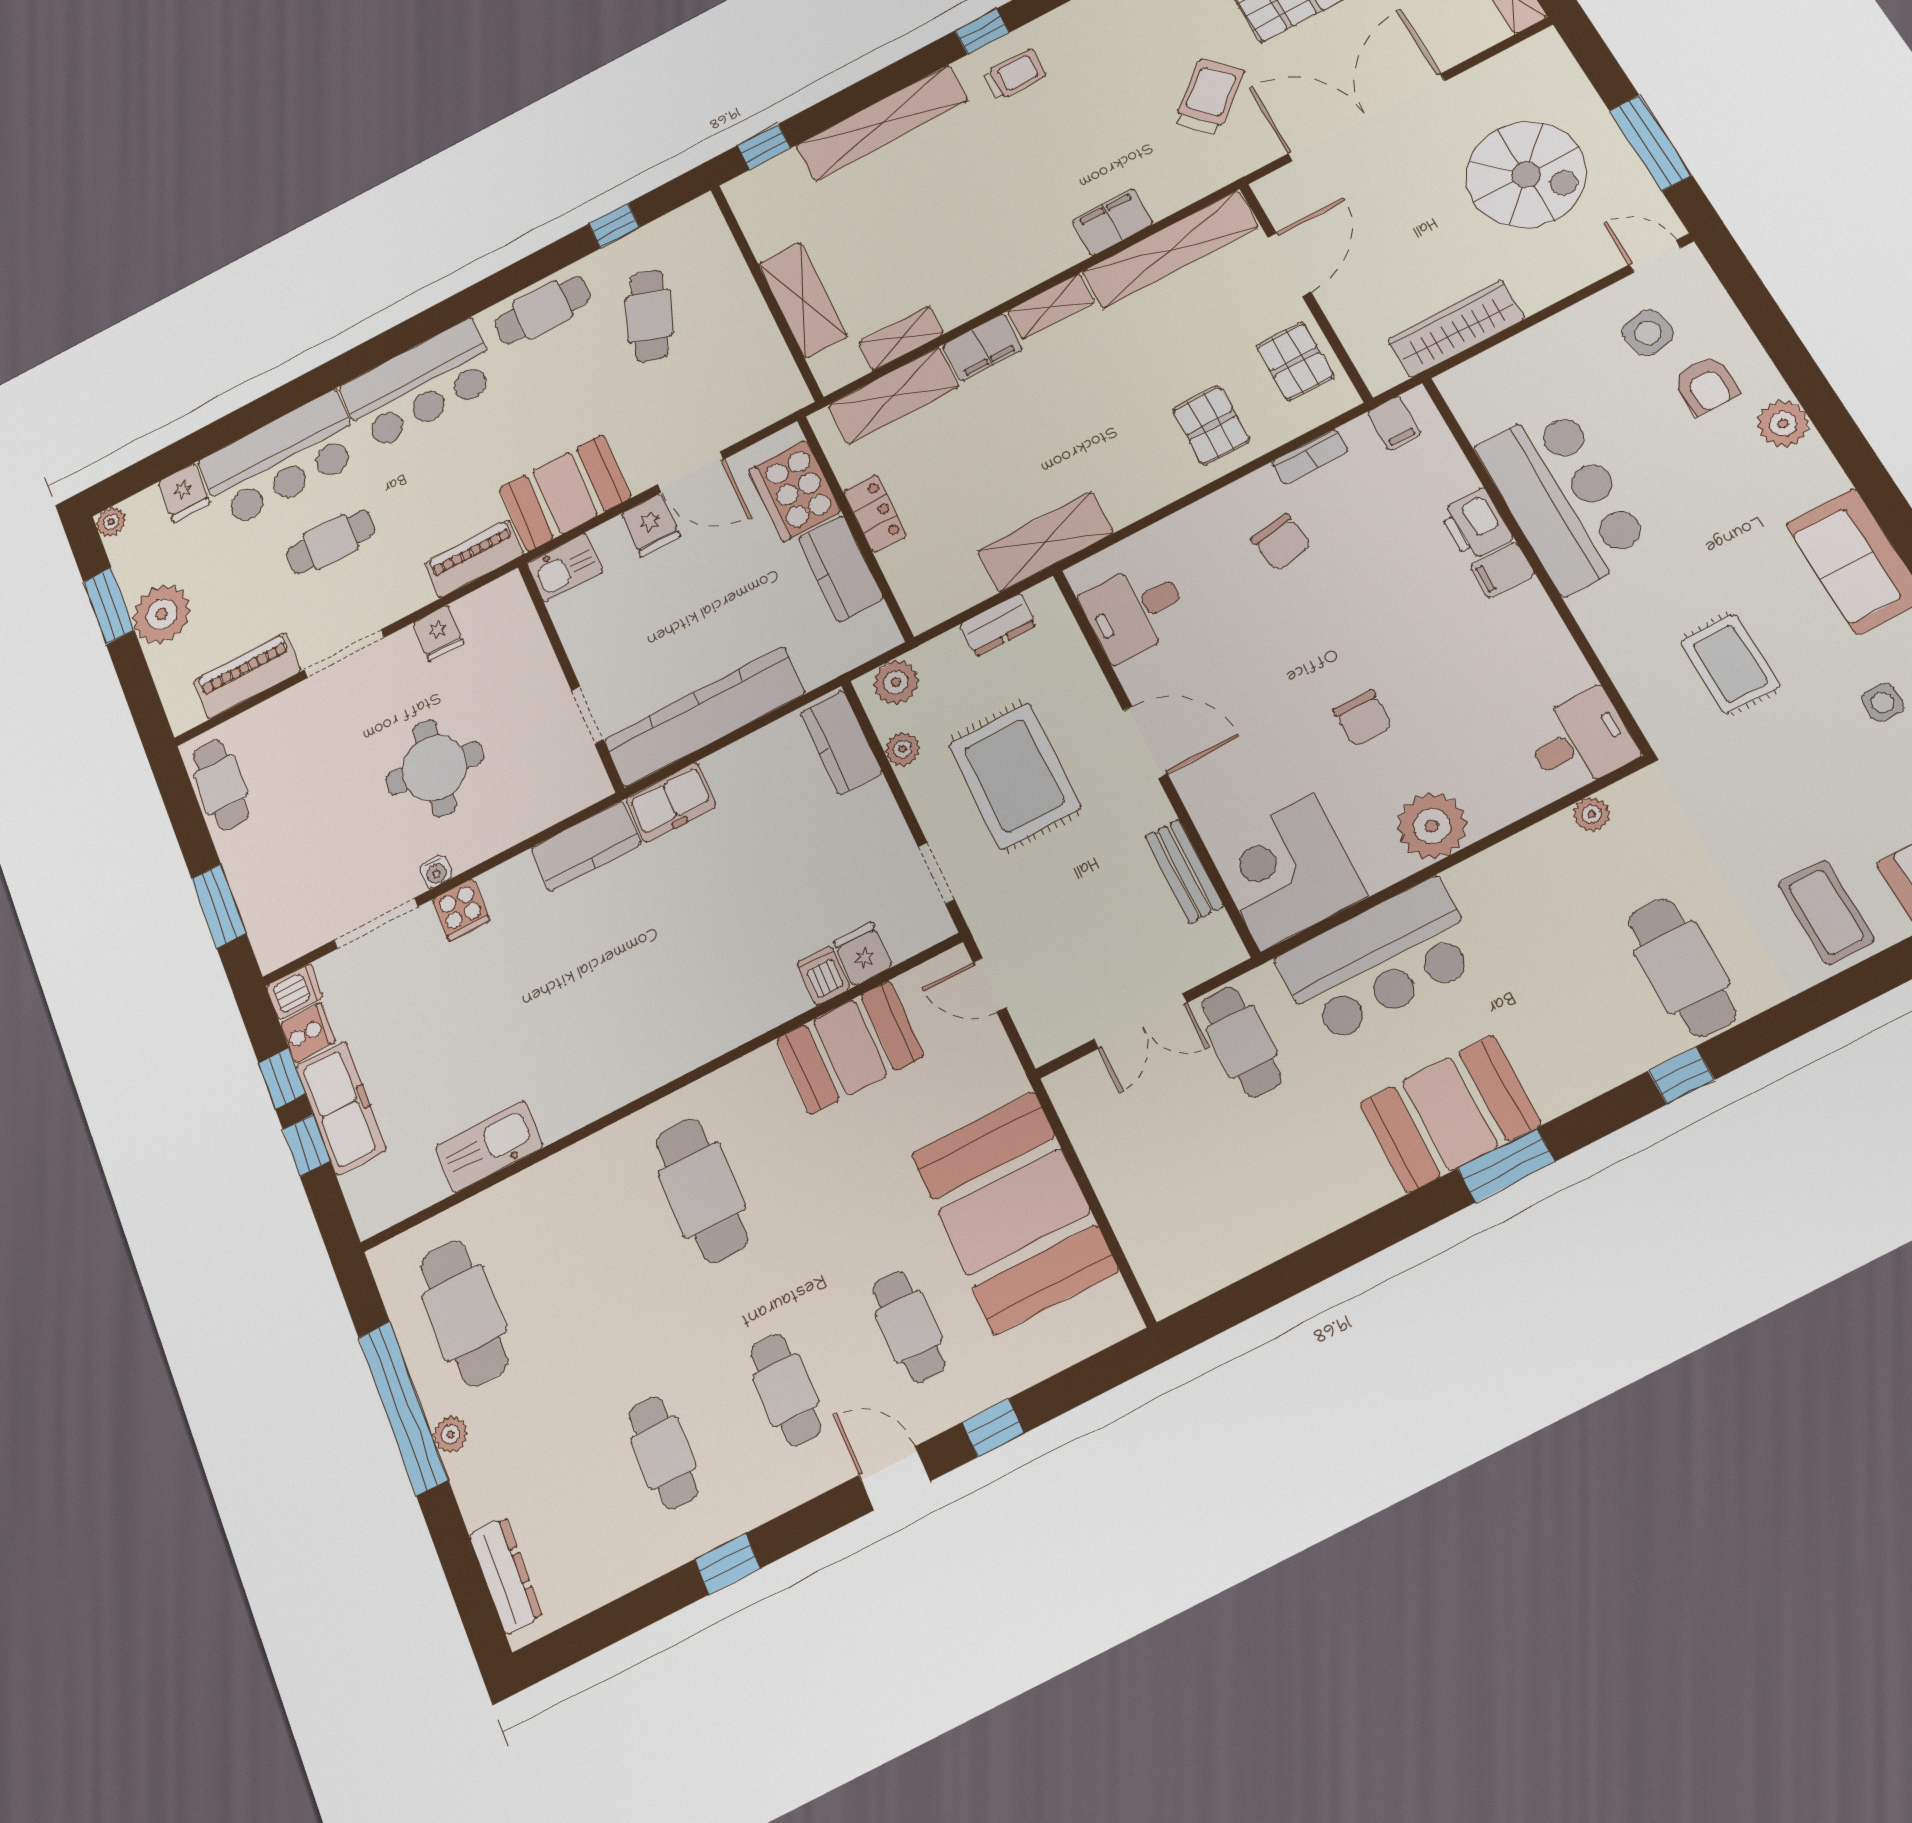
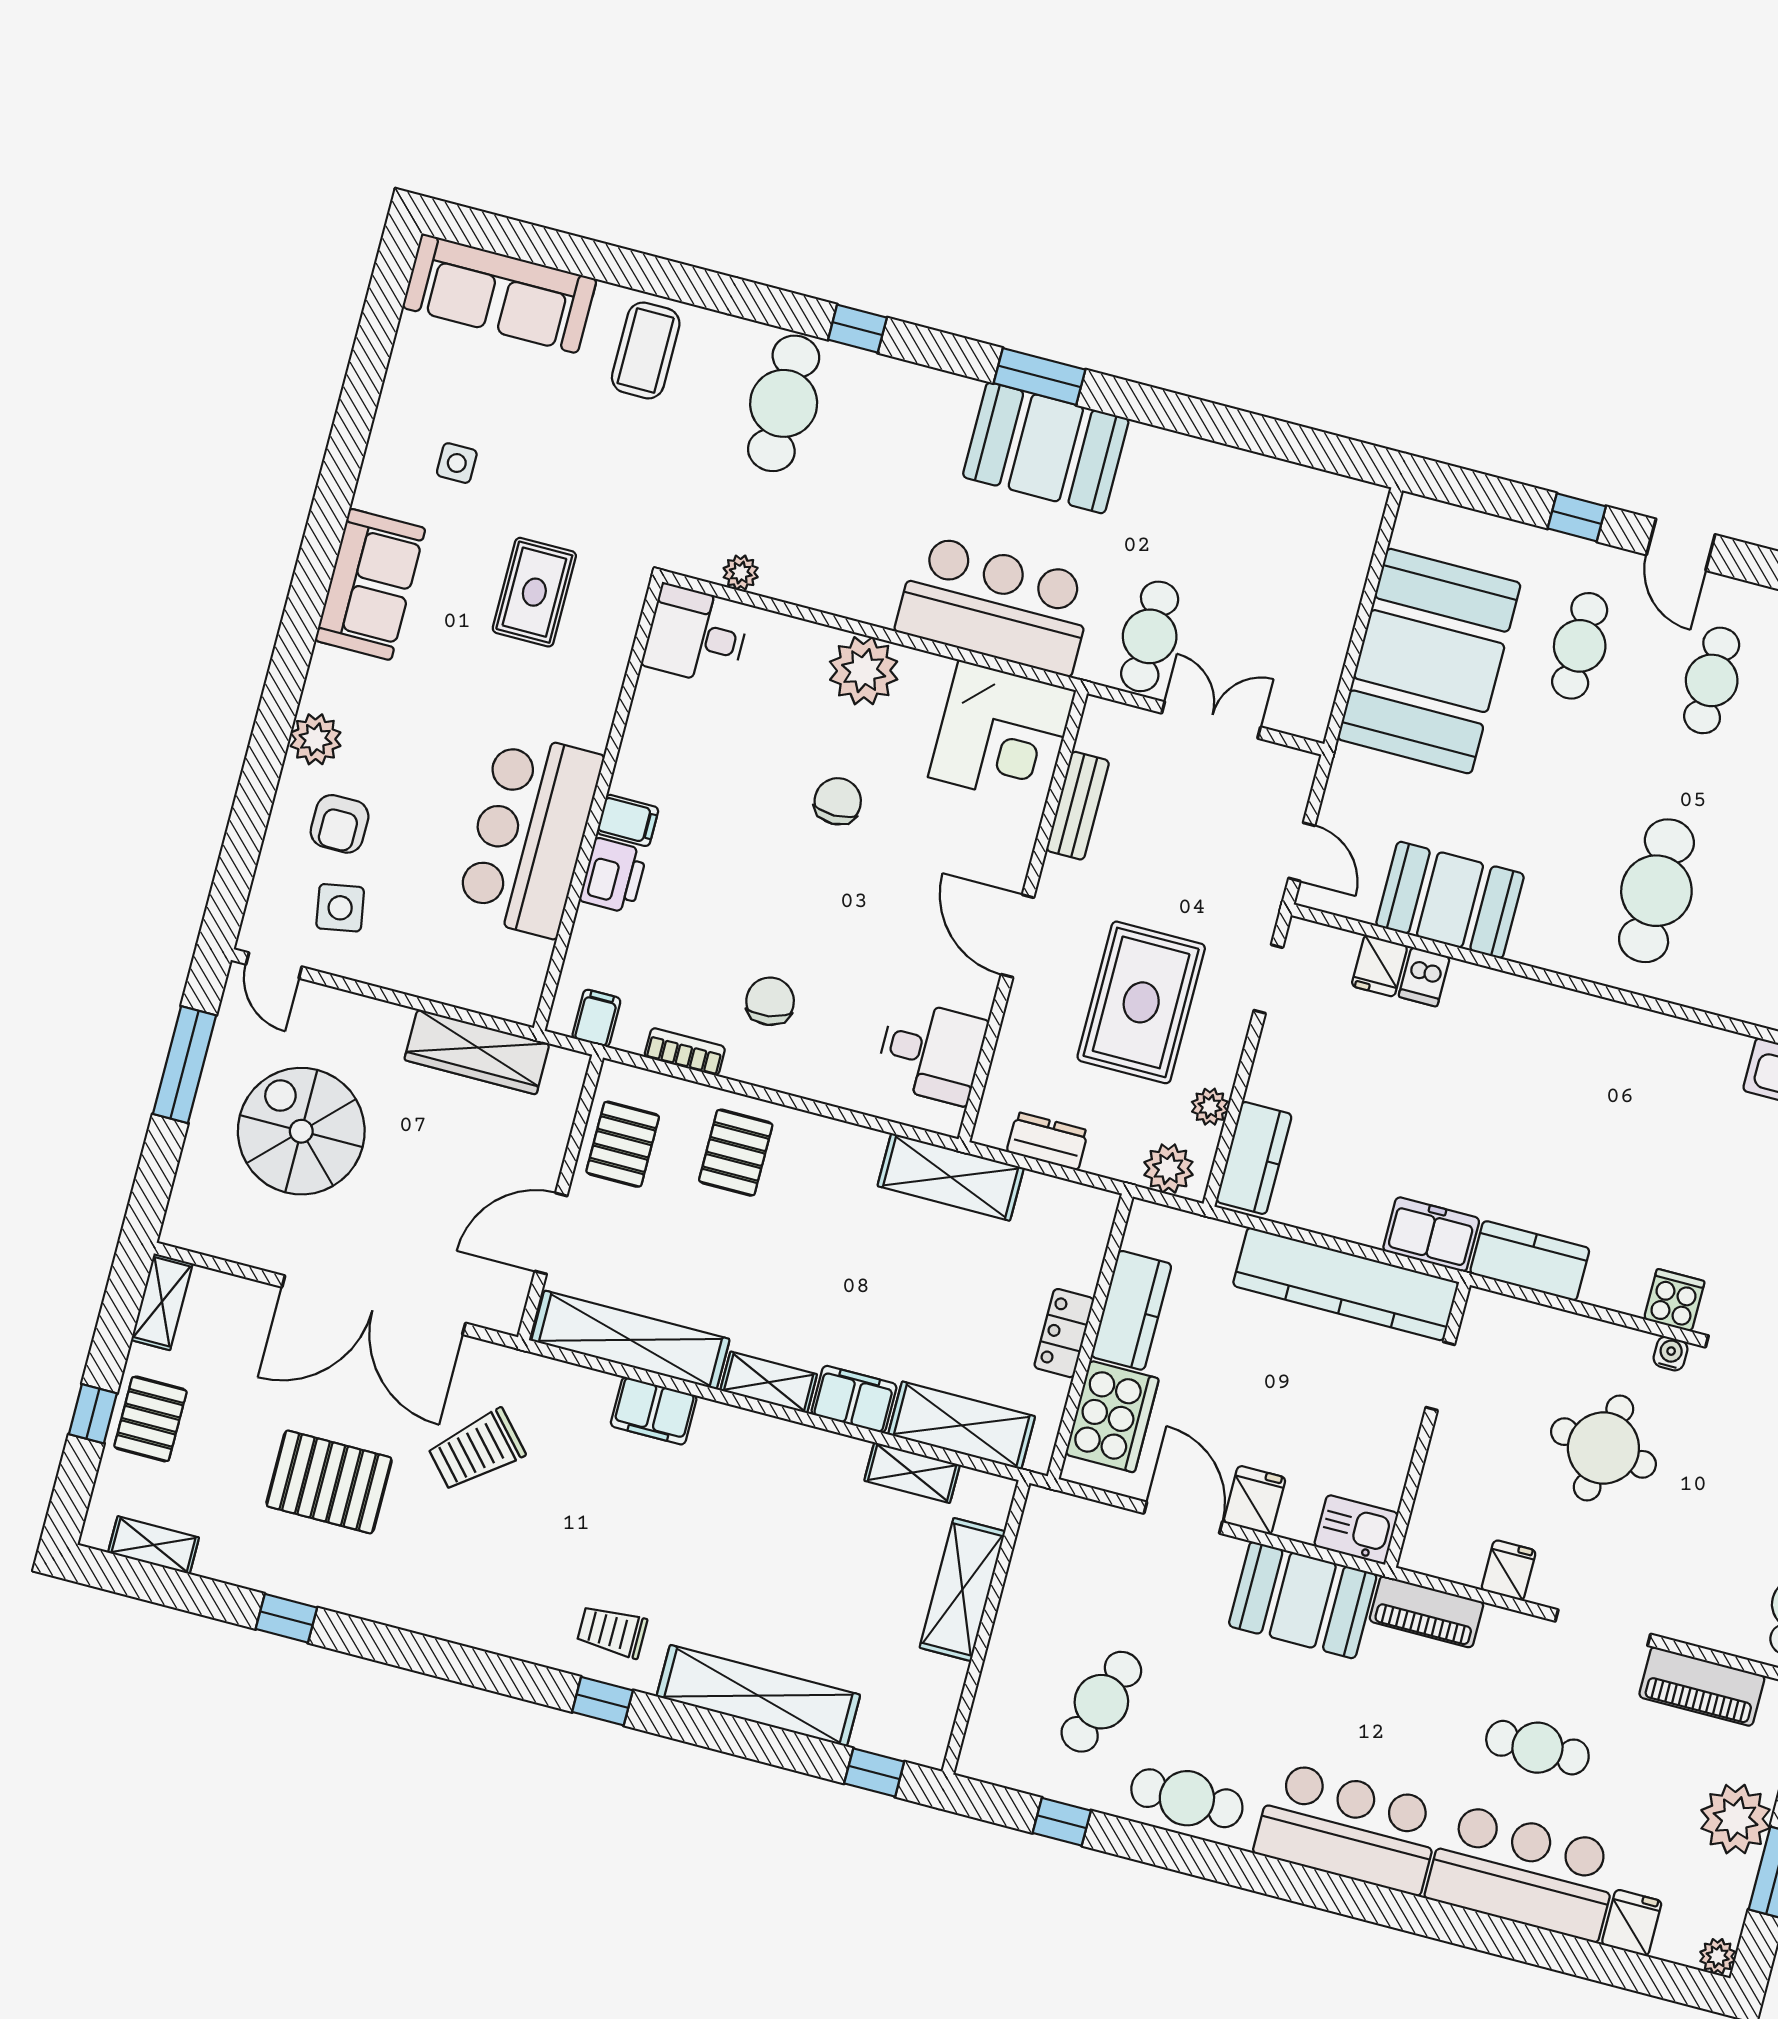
armchair: (1706, 385) -> (340, 824), turned 180

